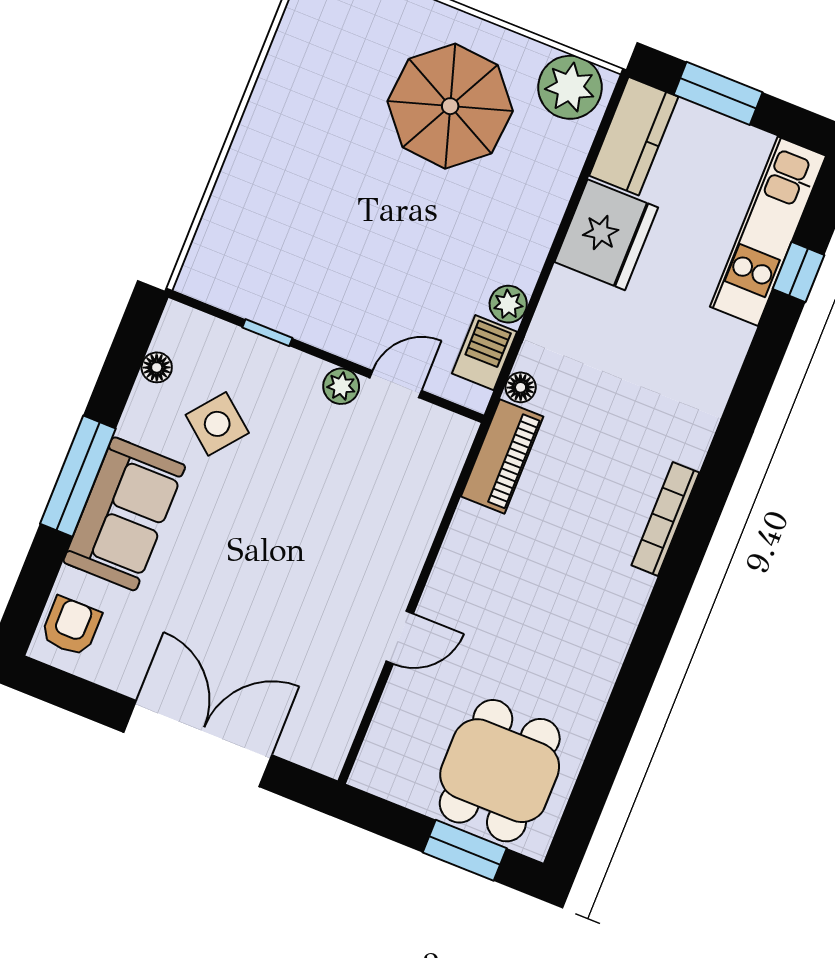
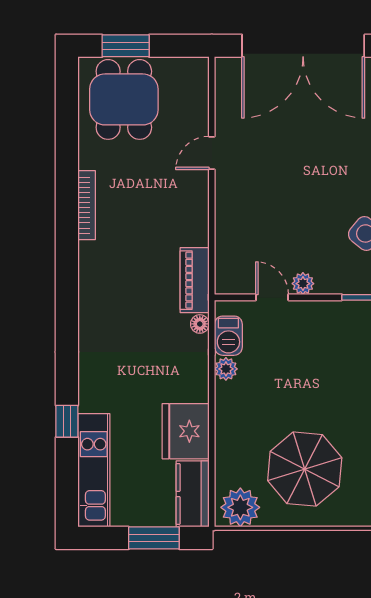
window: (799, 272) -> (67, 421), moved
door: (396, 384) -> (272, 297), swing flipped
bookcase: (665, 519) -> (87, 205), moved
double door: (198, 744) -> (303, 46), width x1.36

